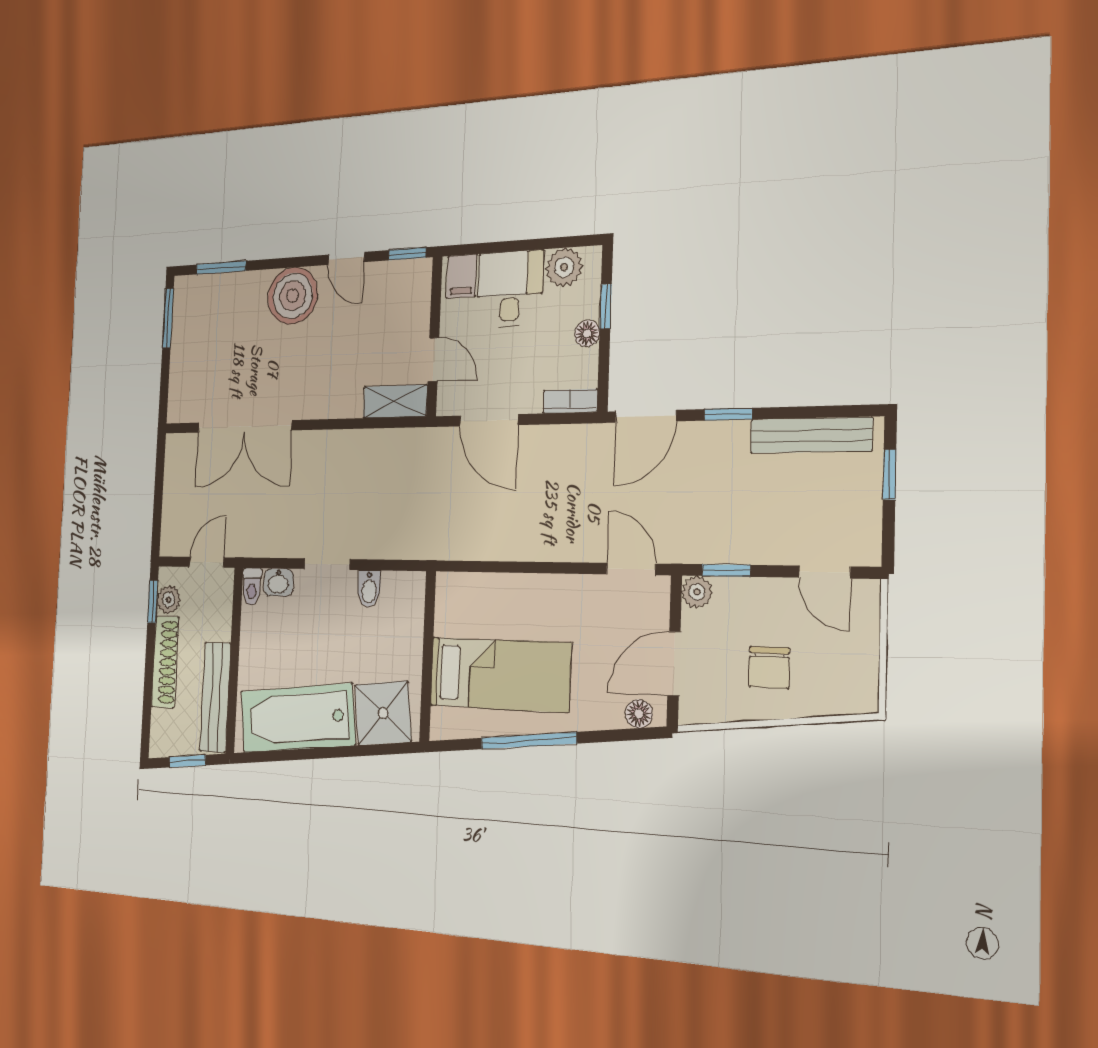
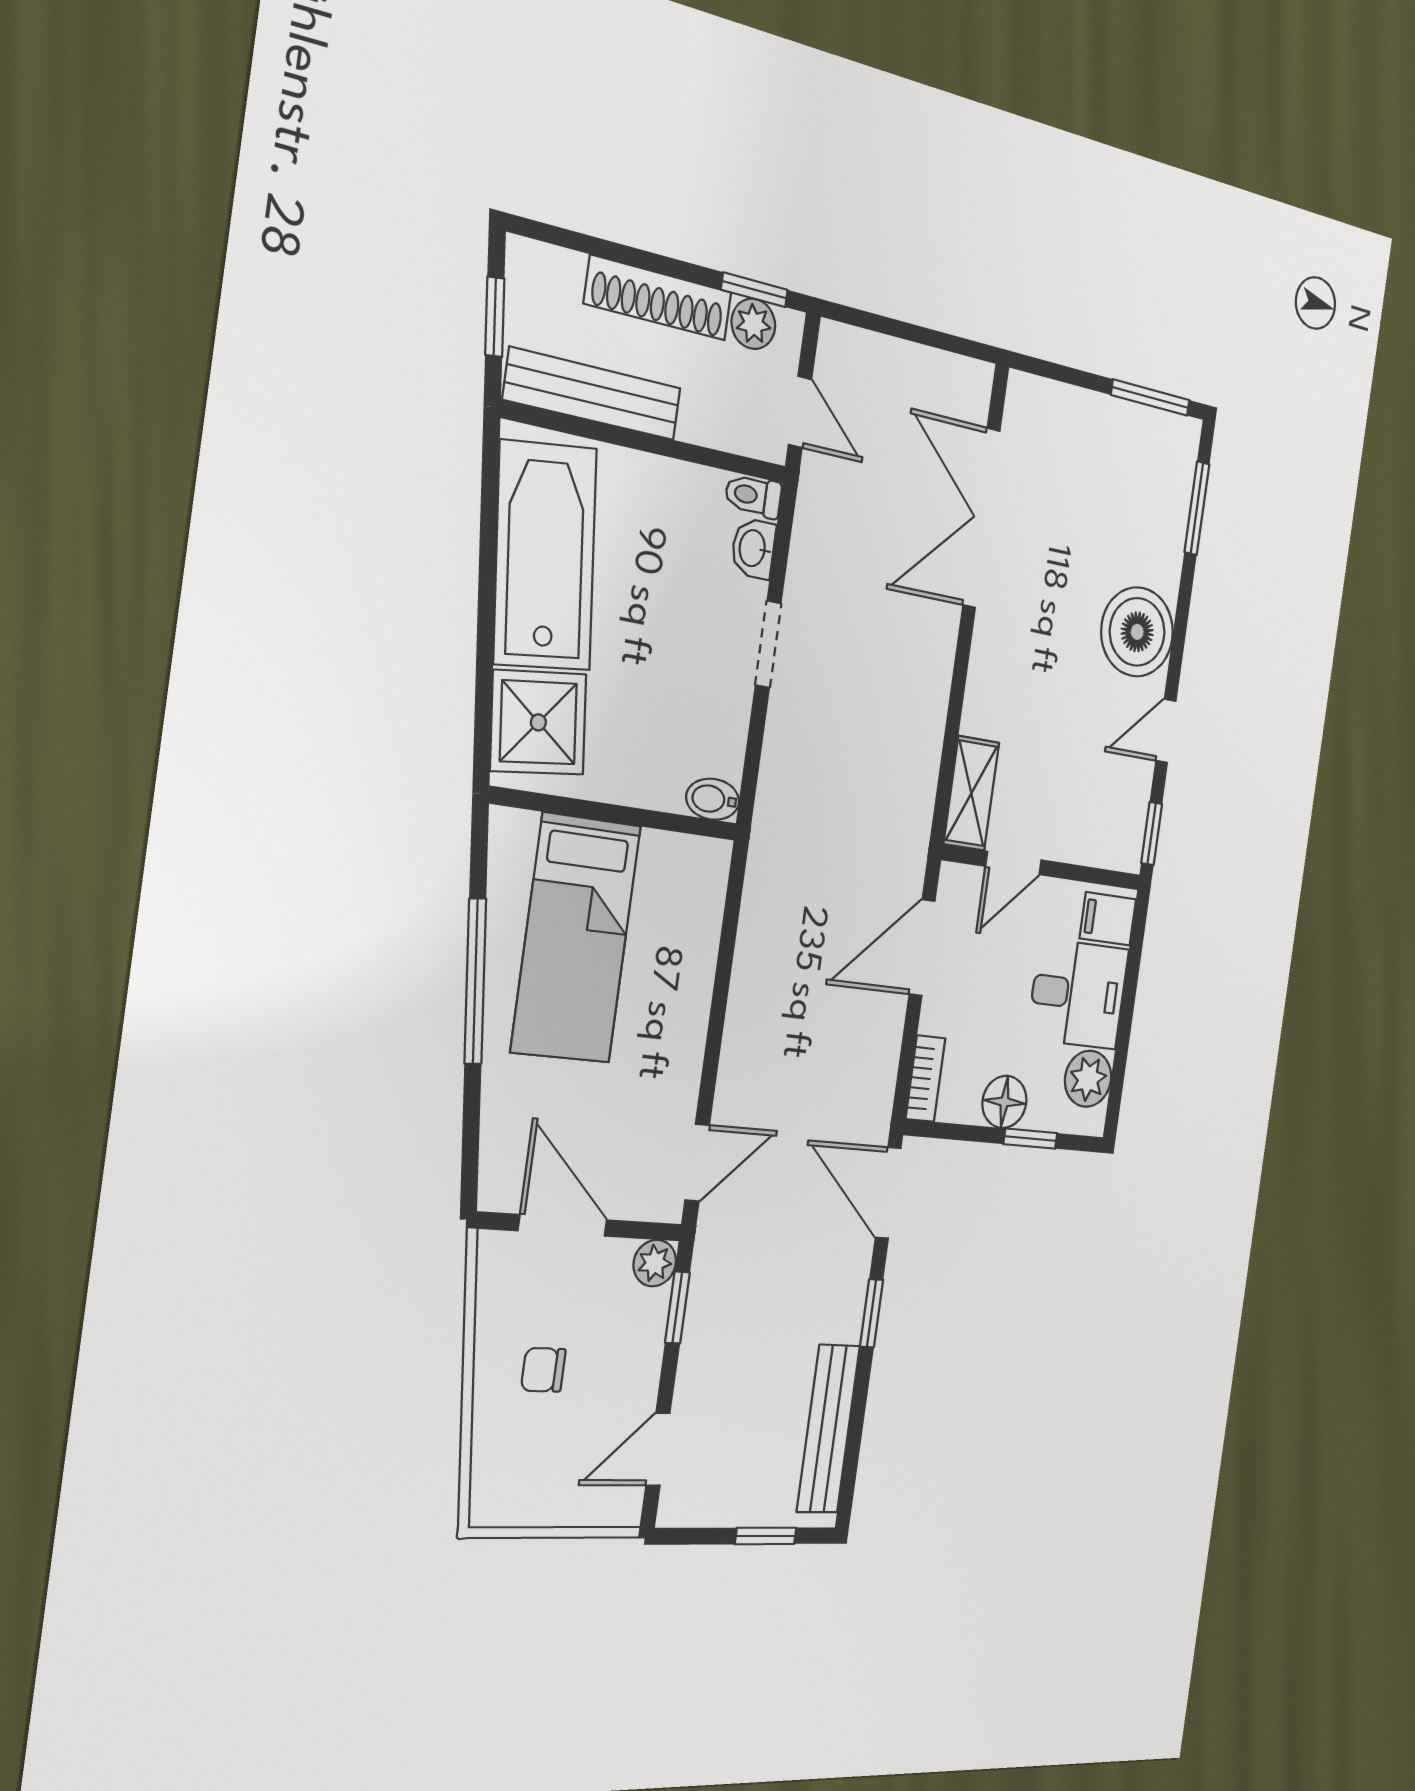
floor lamp: (587, 333) -> (1004, 1102), width x1.37, depth x1.37
bidet: (369, 589) -> (713, 799), moved
chair: (769, 667) -> (543, 1370), width x0.73, depth x0.73
floor lamp: (639, 714) -> (499, 1167), removed

